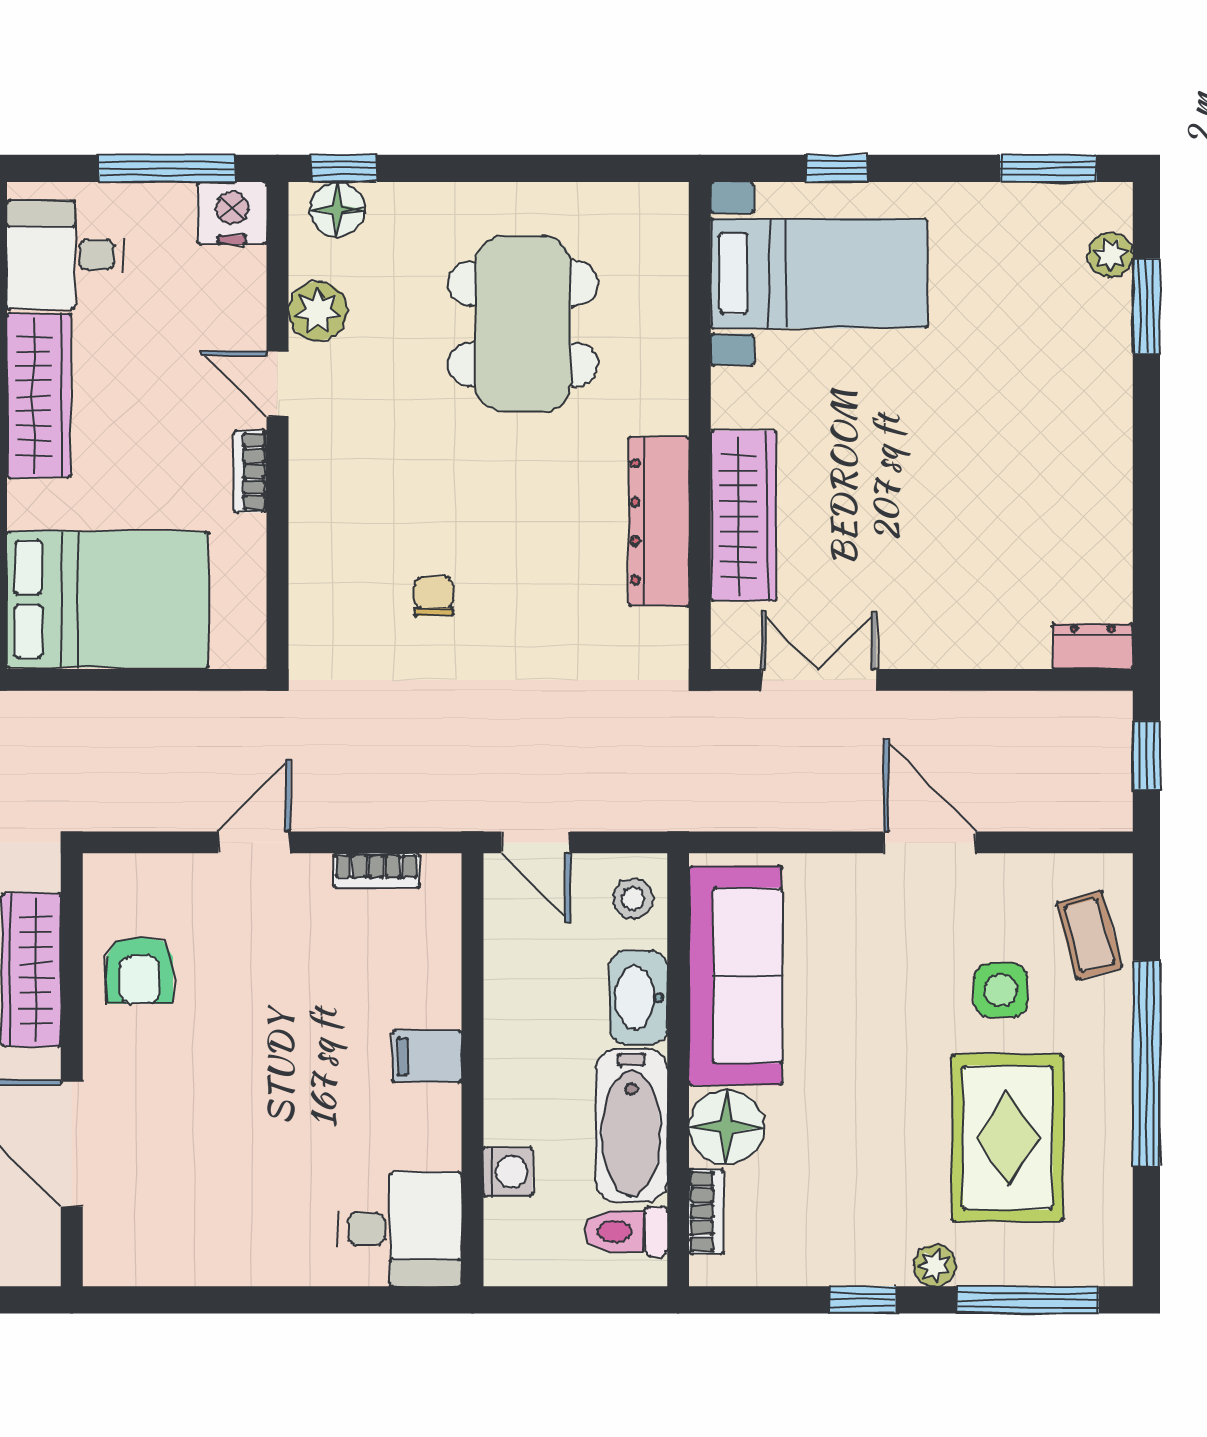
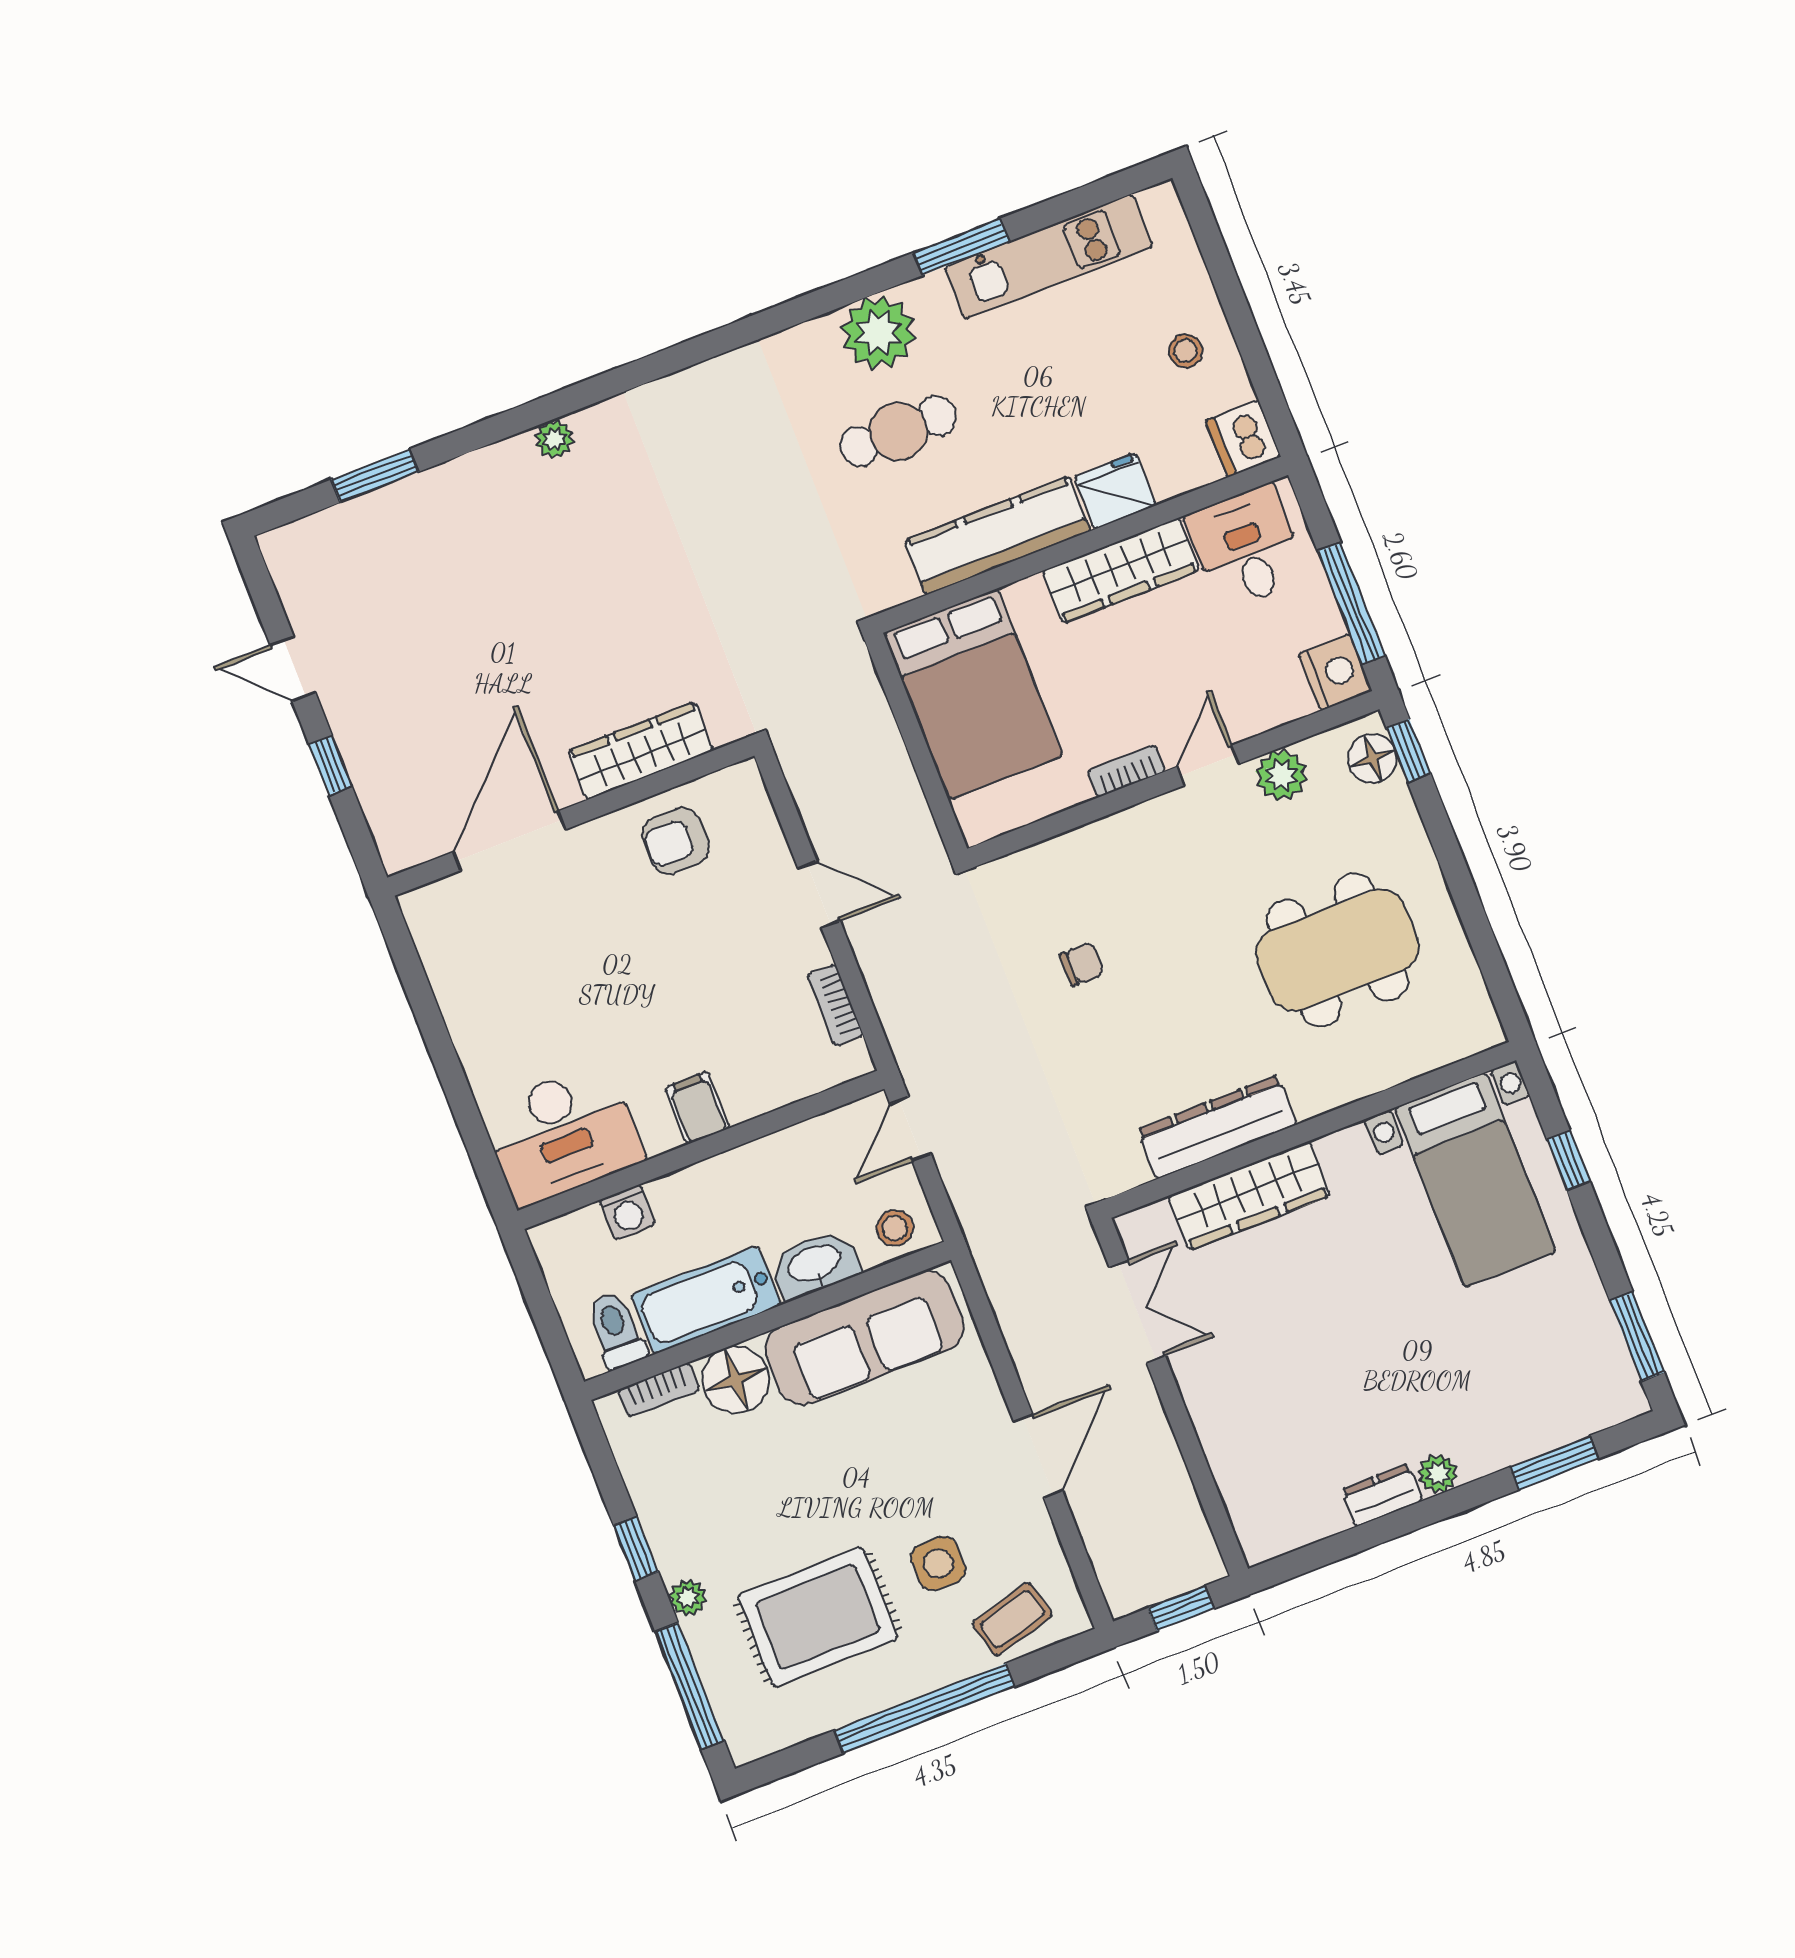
plant: (1111, 255) -> (1438, 1474), moved
dresser: (1093, 646) -> (1382, 1495), moved, turned -90
desk: (400, 1229) -> (563, 1134), width x1.37

